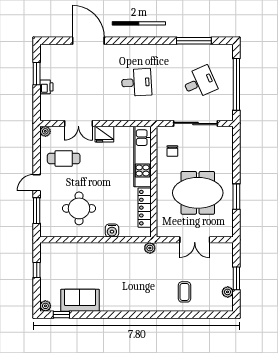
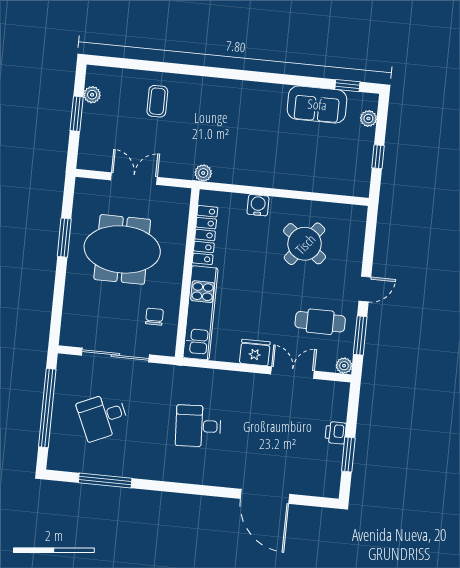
round table: (79, 208) -> (305, 244), turned 38
window: (37, 211) -> (360, 335), moved
plant: (45, 306) -> (368, 119), moved

